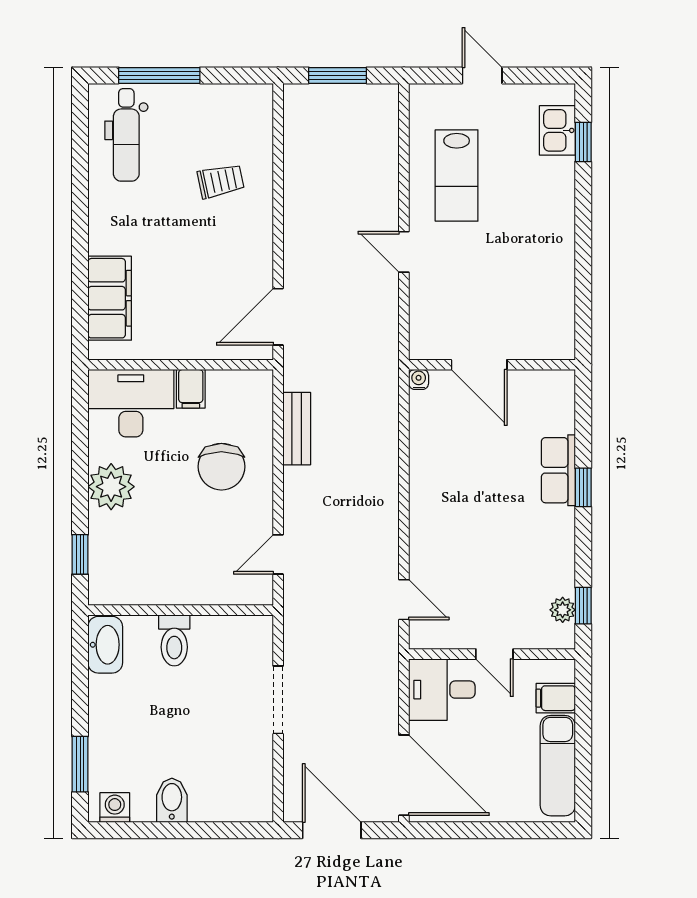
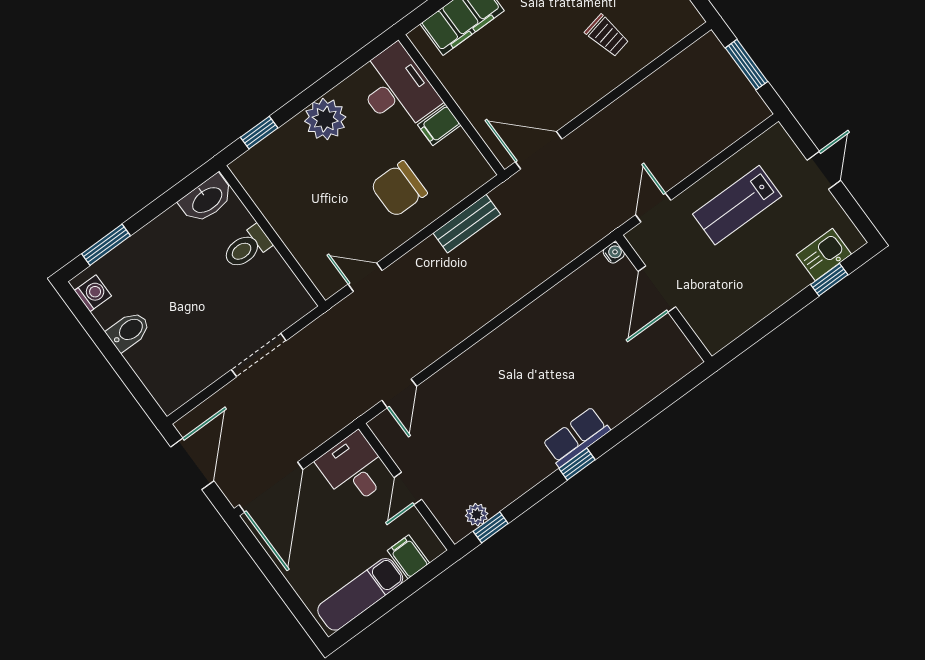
door: (479, 365) -> (657, 289), moved
wall: (492, 365) -> (664, 298), moved
water cooler: (419, 379) -> (614, 253), moved

